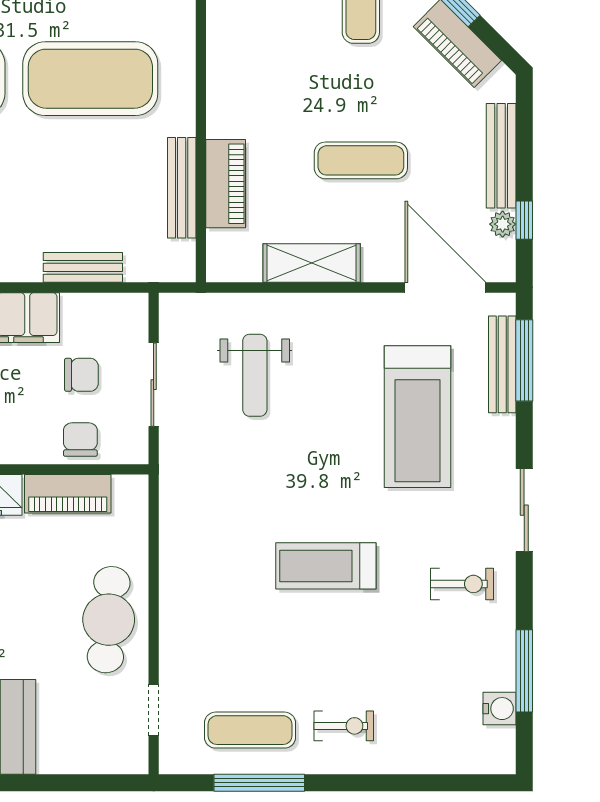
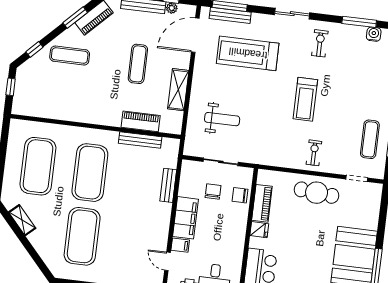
treadmill: (417, 417) -> (248, 53), turned 180
exercise bike: (344, 726) -> (314, 153), moved

